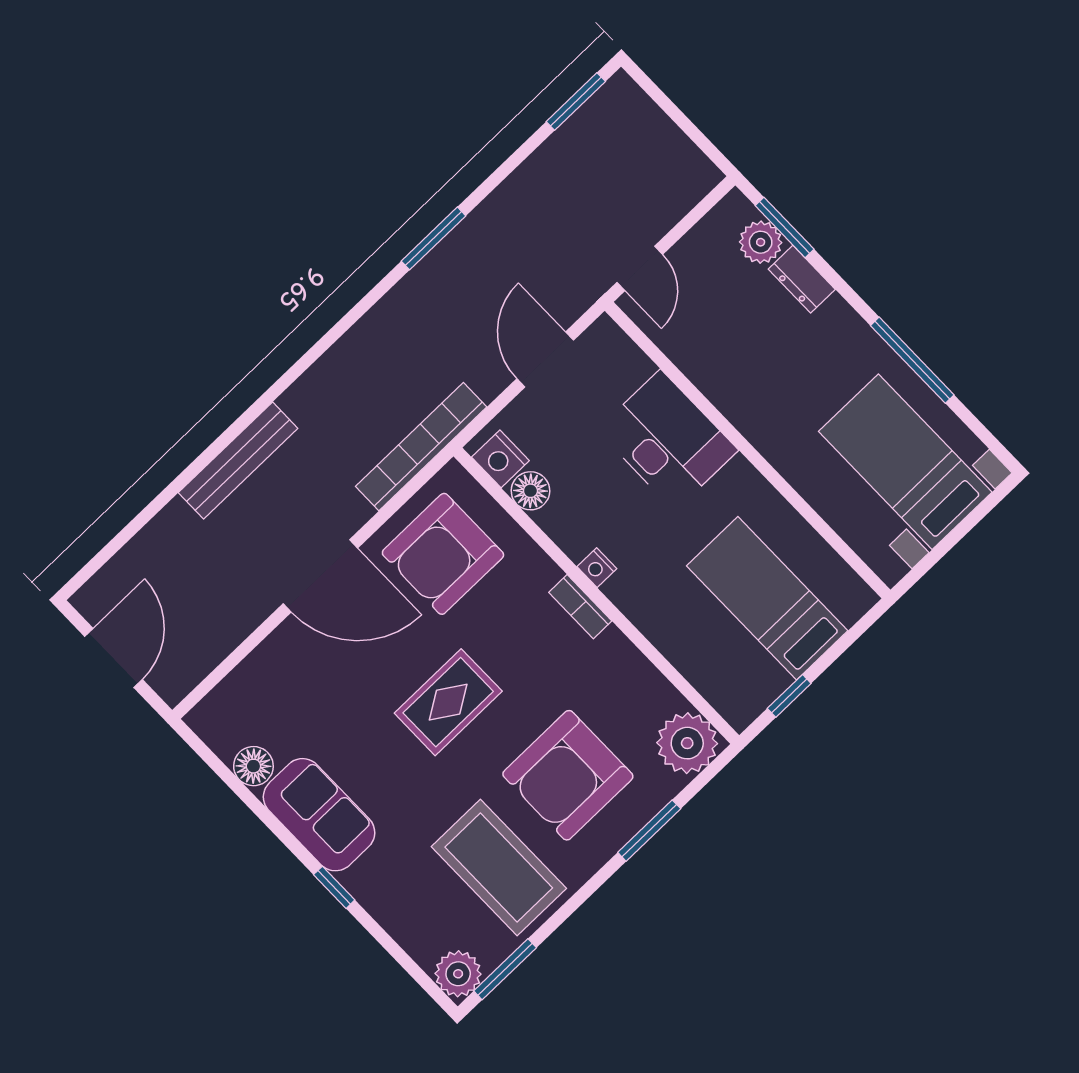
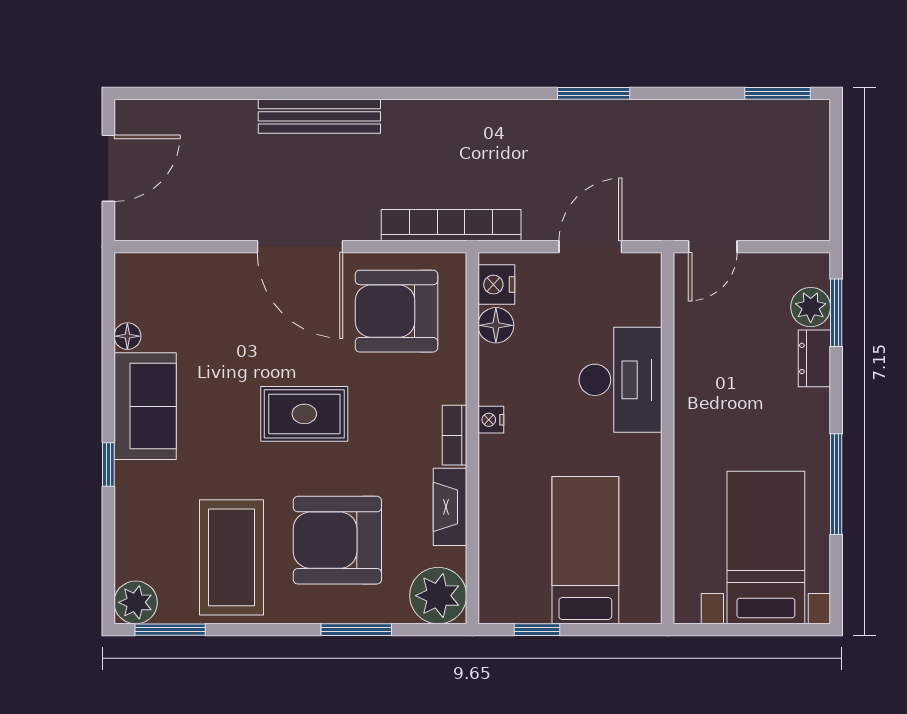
fireplace: (630, 666) -> (450, 507), added
floor lamp: (253, 766) -> (127, 336), width x0.73, depth x0.73

